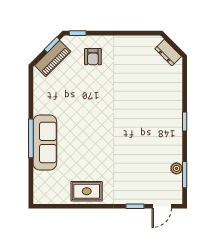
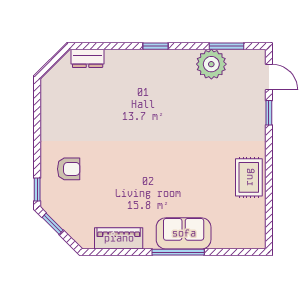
dresser: (168, 53) -> (88, 58), moved, turned 45
piano: (53, 59) -> (119, 238), moved, turned -45
sofa: (45, 142) -> (184, 233), width x0.73
plant: (176, 168) -> (211, 64), width x1.88, depth x1.88

